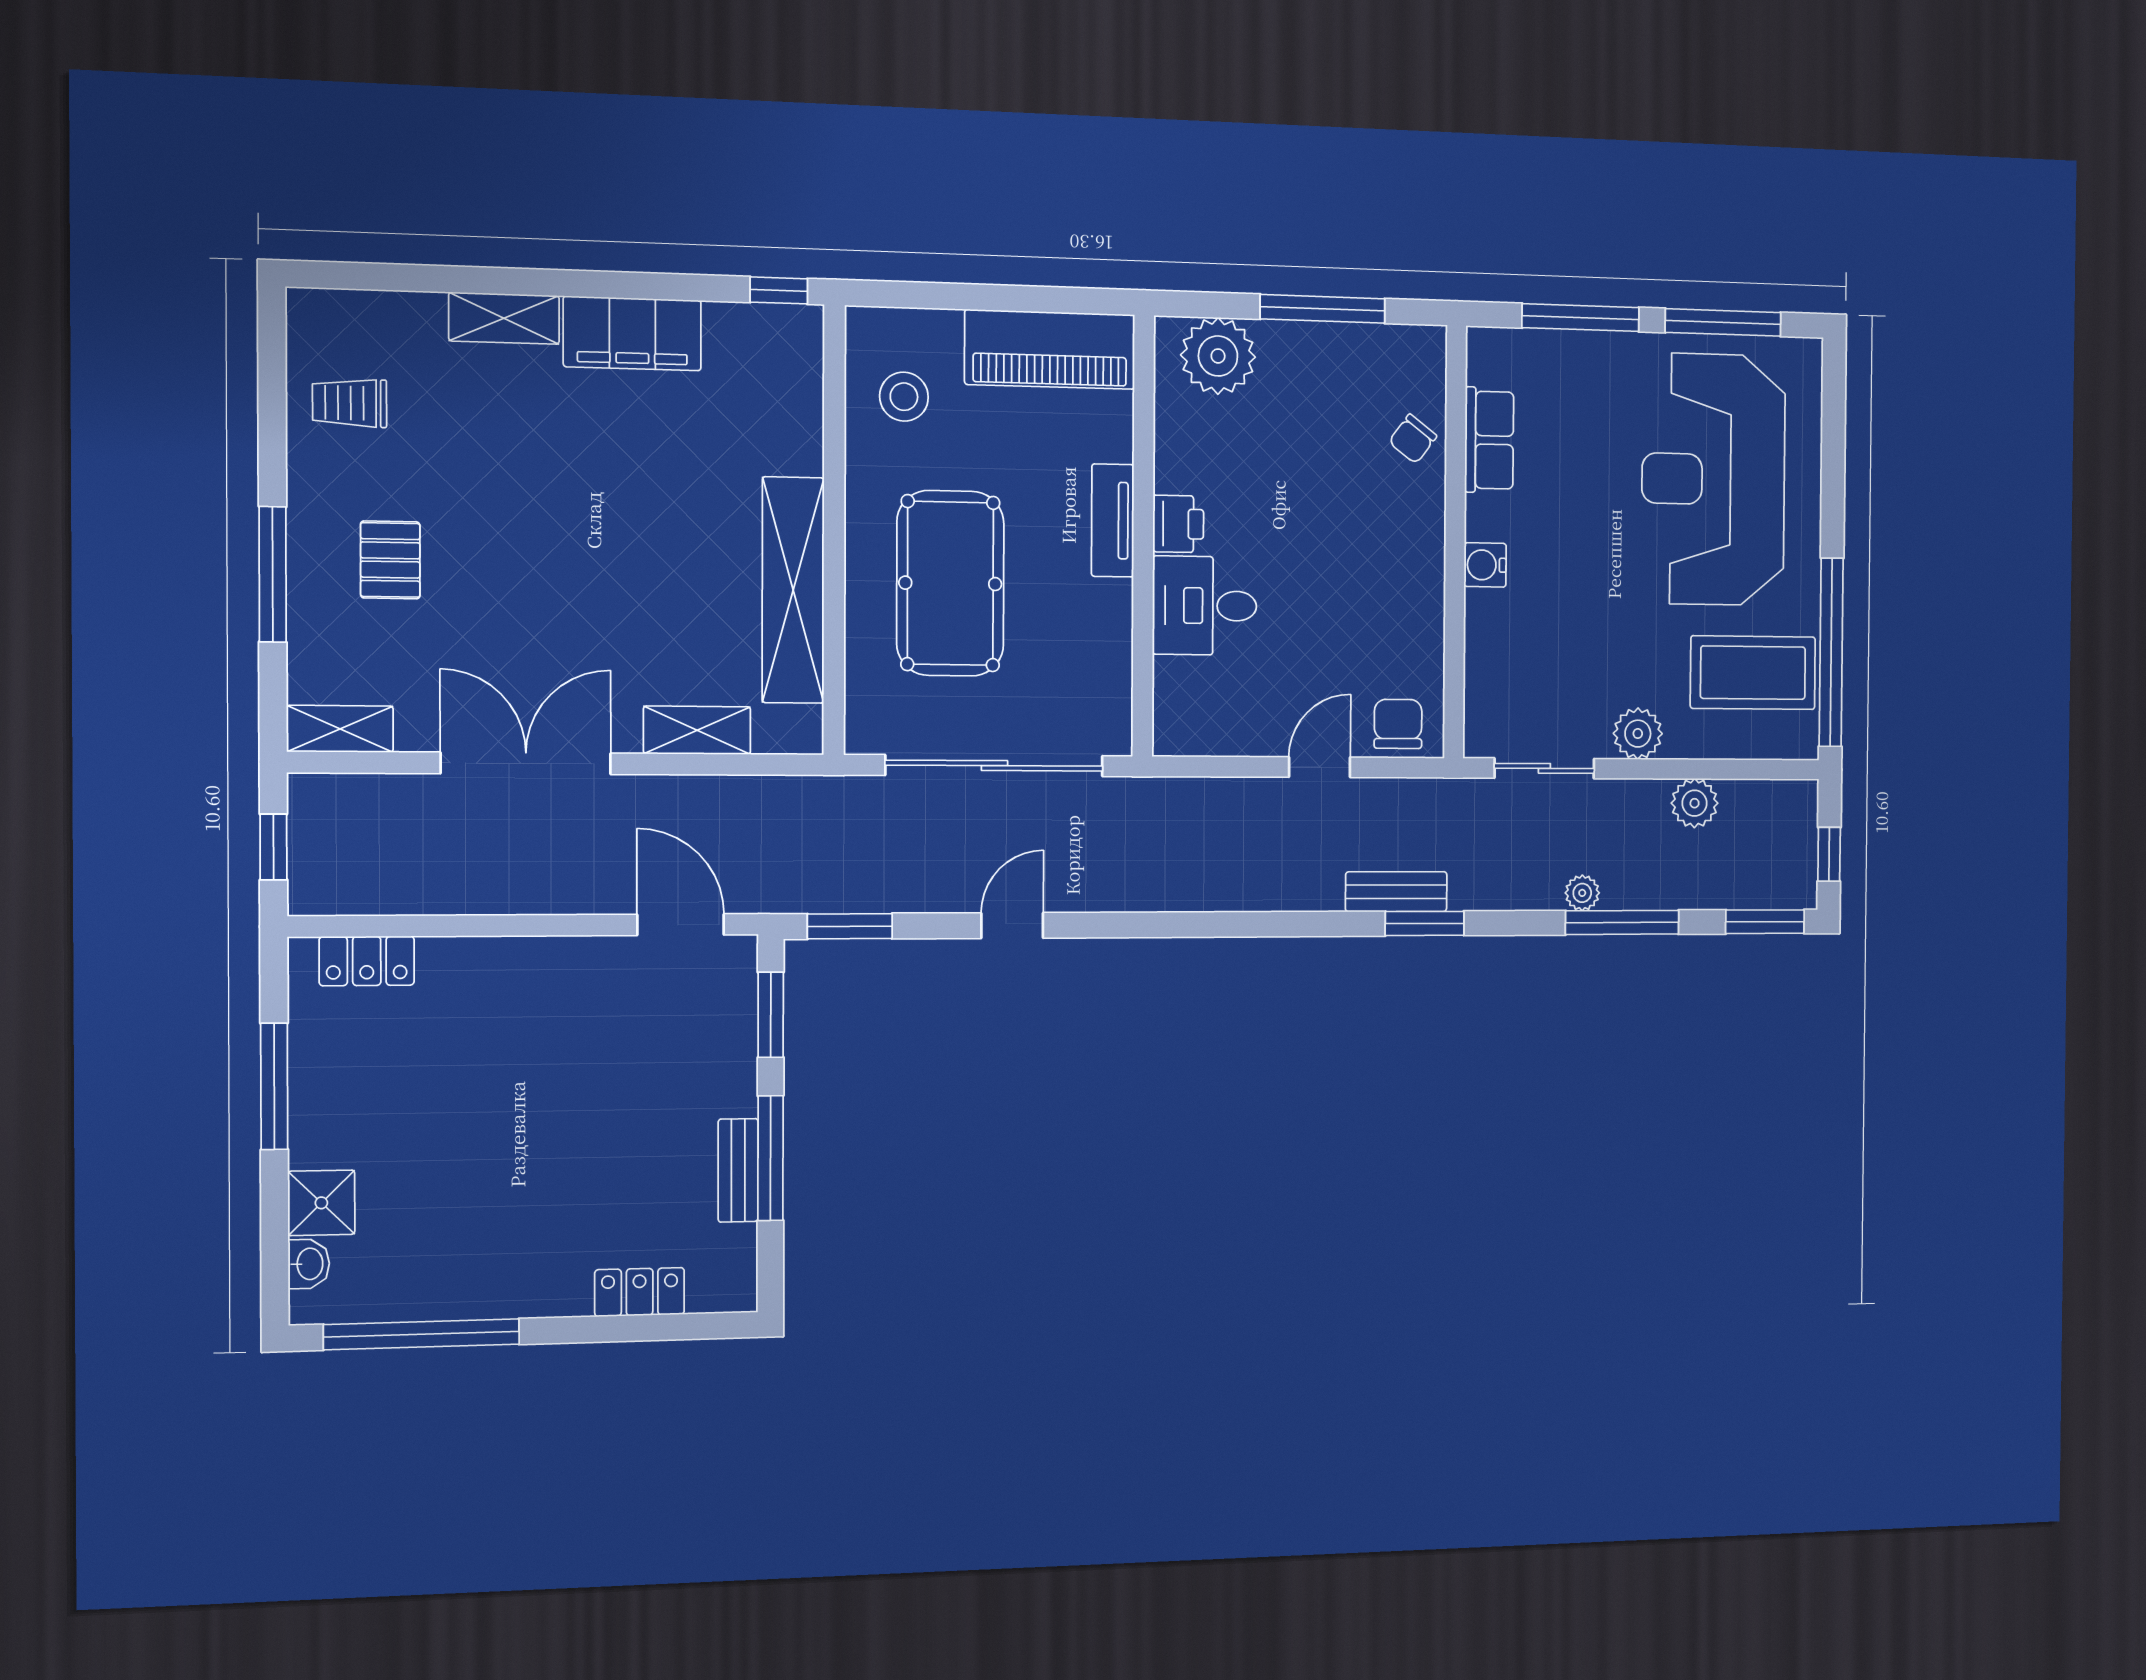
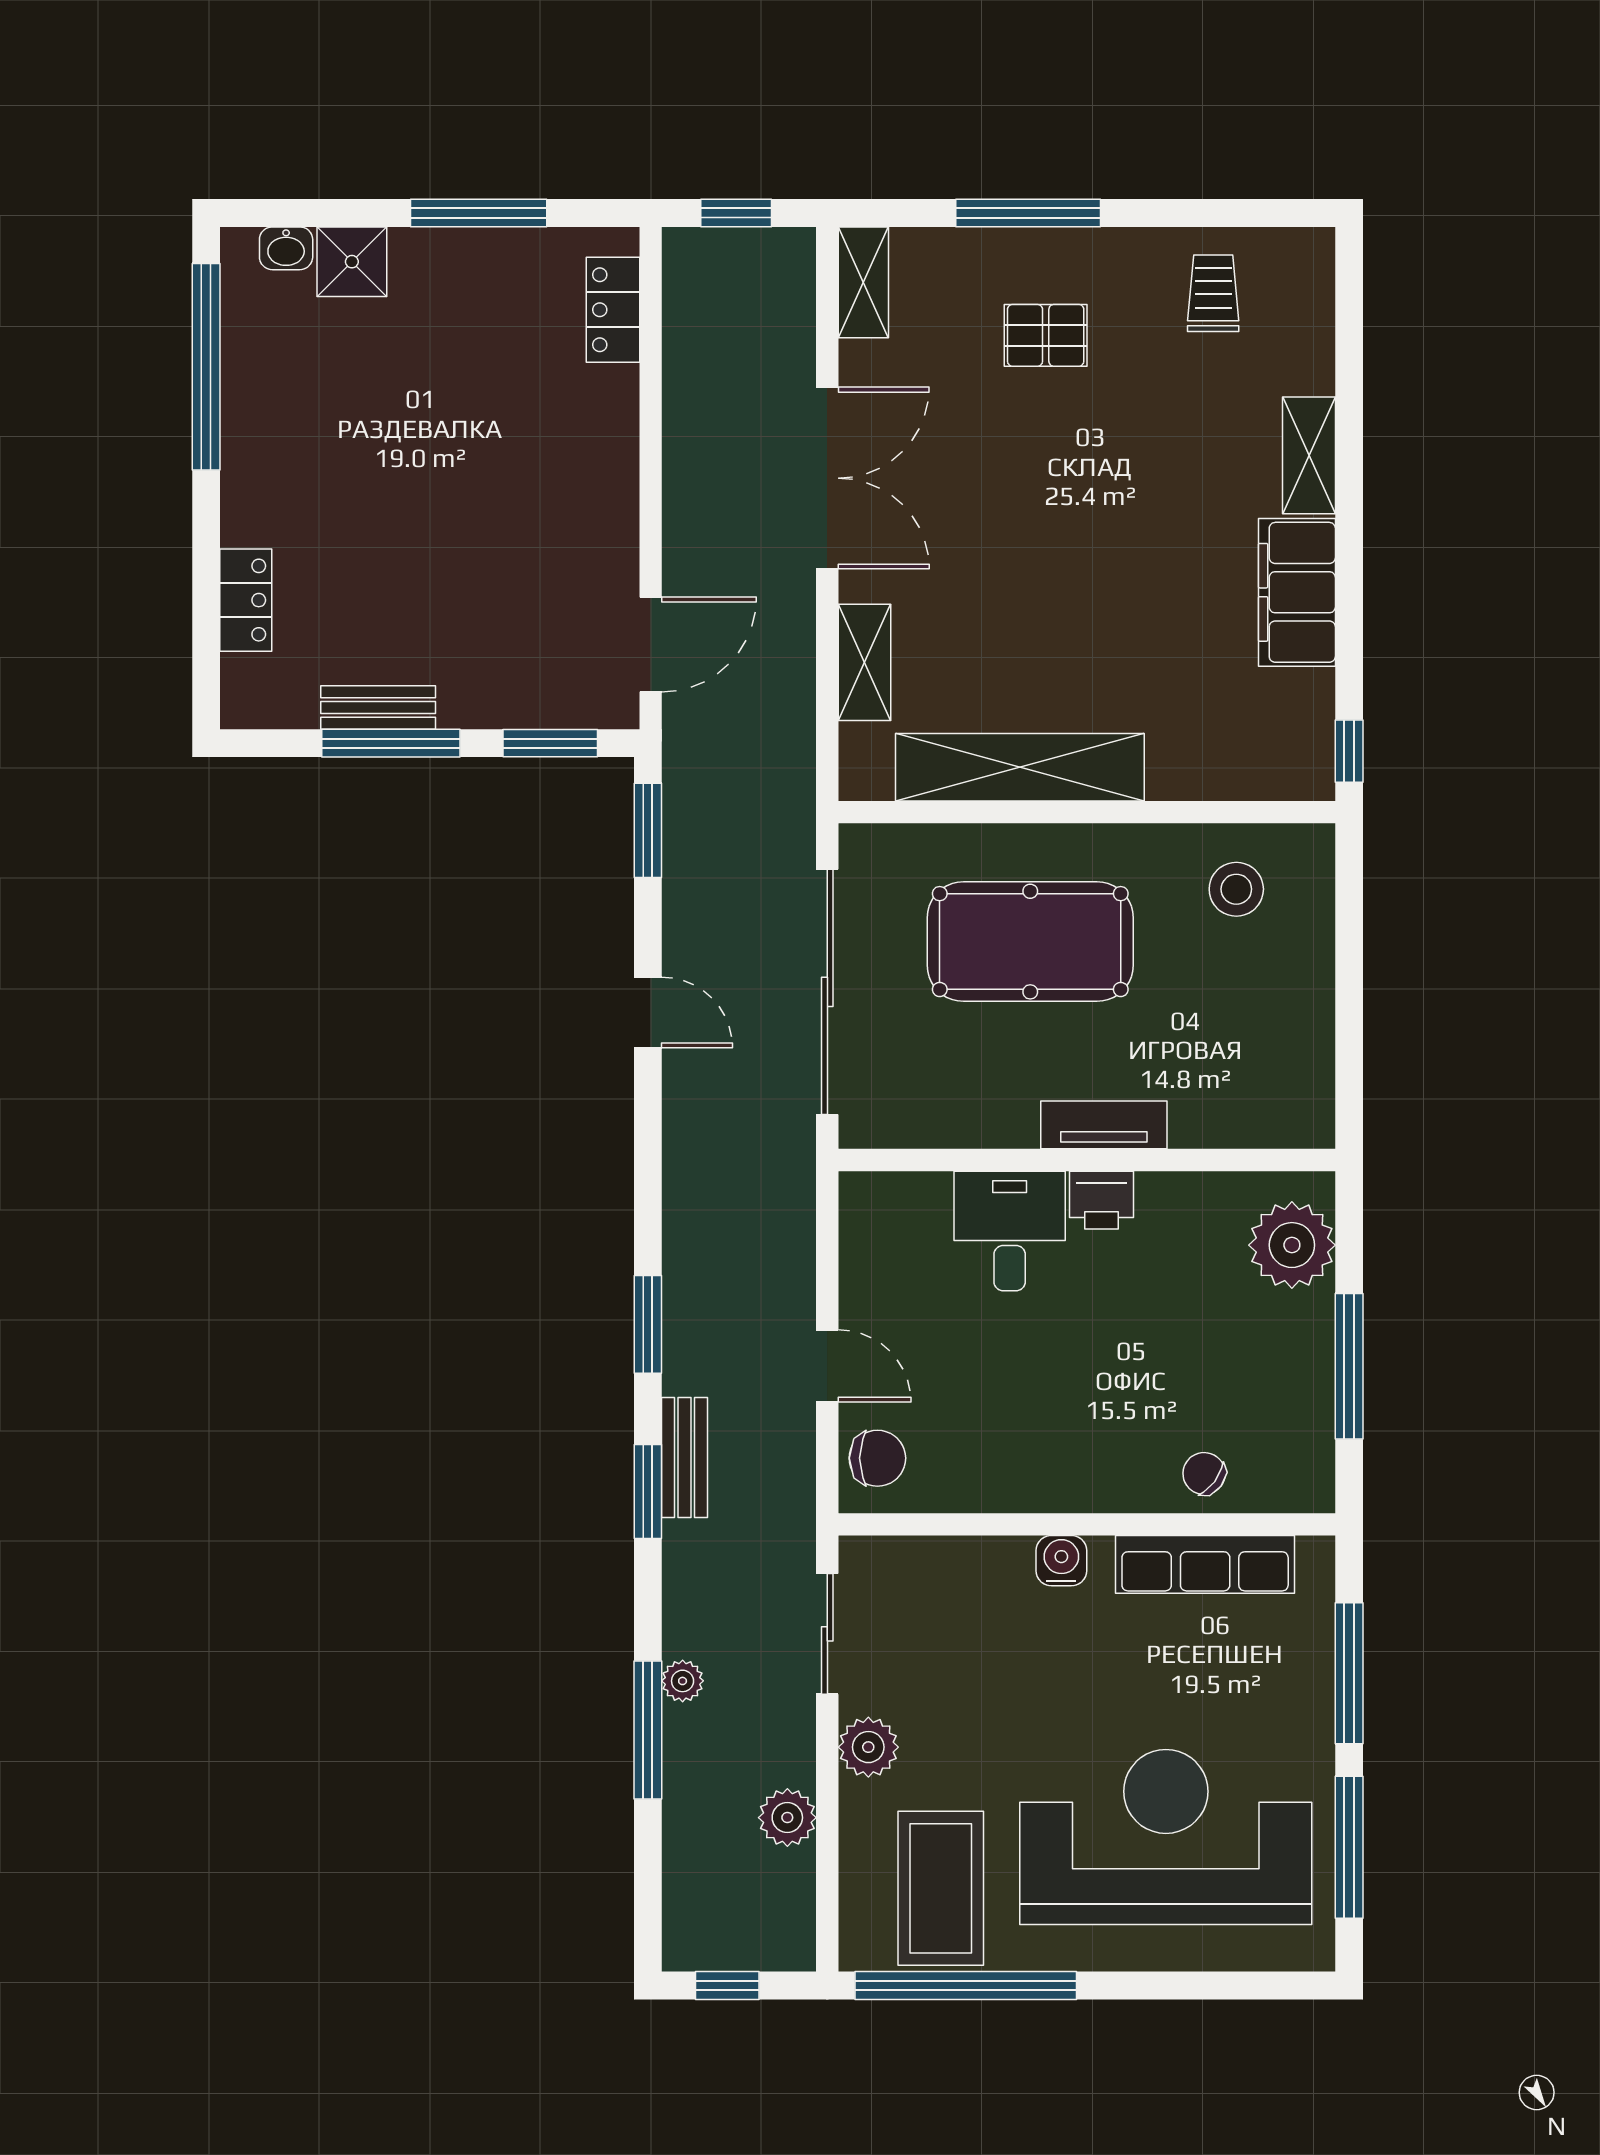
piano: (1050, 349) -> (1293, 1053), removed
row of seats: (1489, 440) -> (1205, 1564), width x1.48
window: (1765, 922) -> (648, 1324), moved

